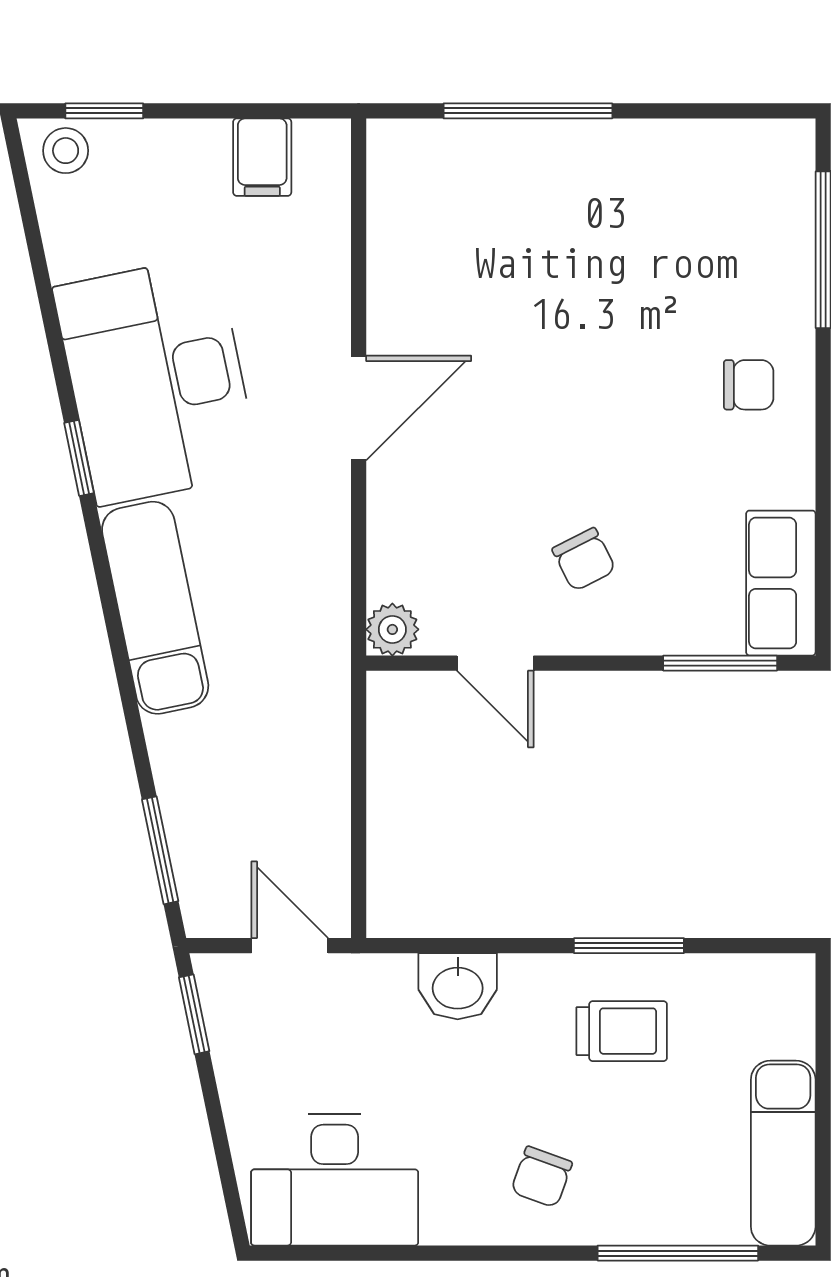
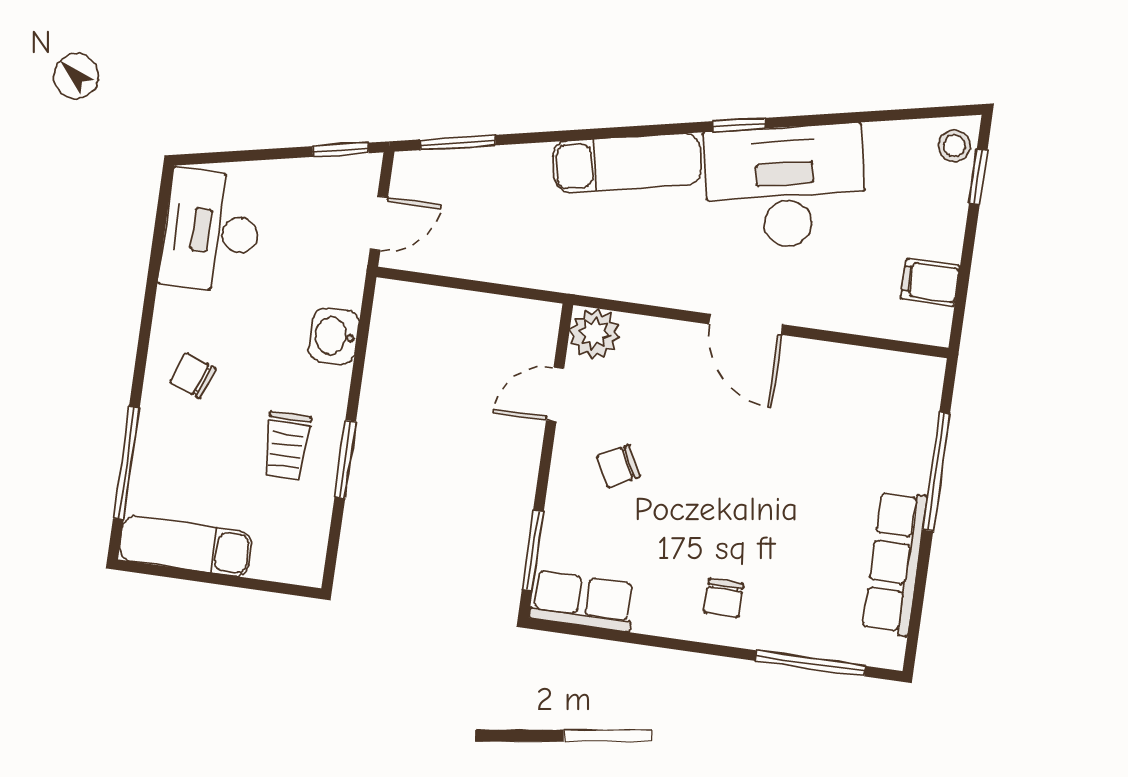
row of seats: (664, 151) -> (895, 563), added
plant: (392, 629) -> (595, 334), width x1.38, depth x1.38

